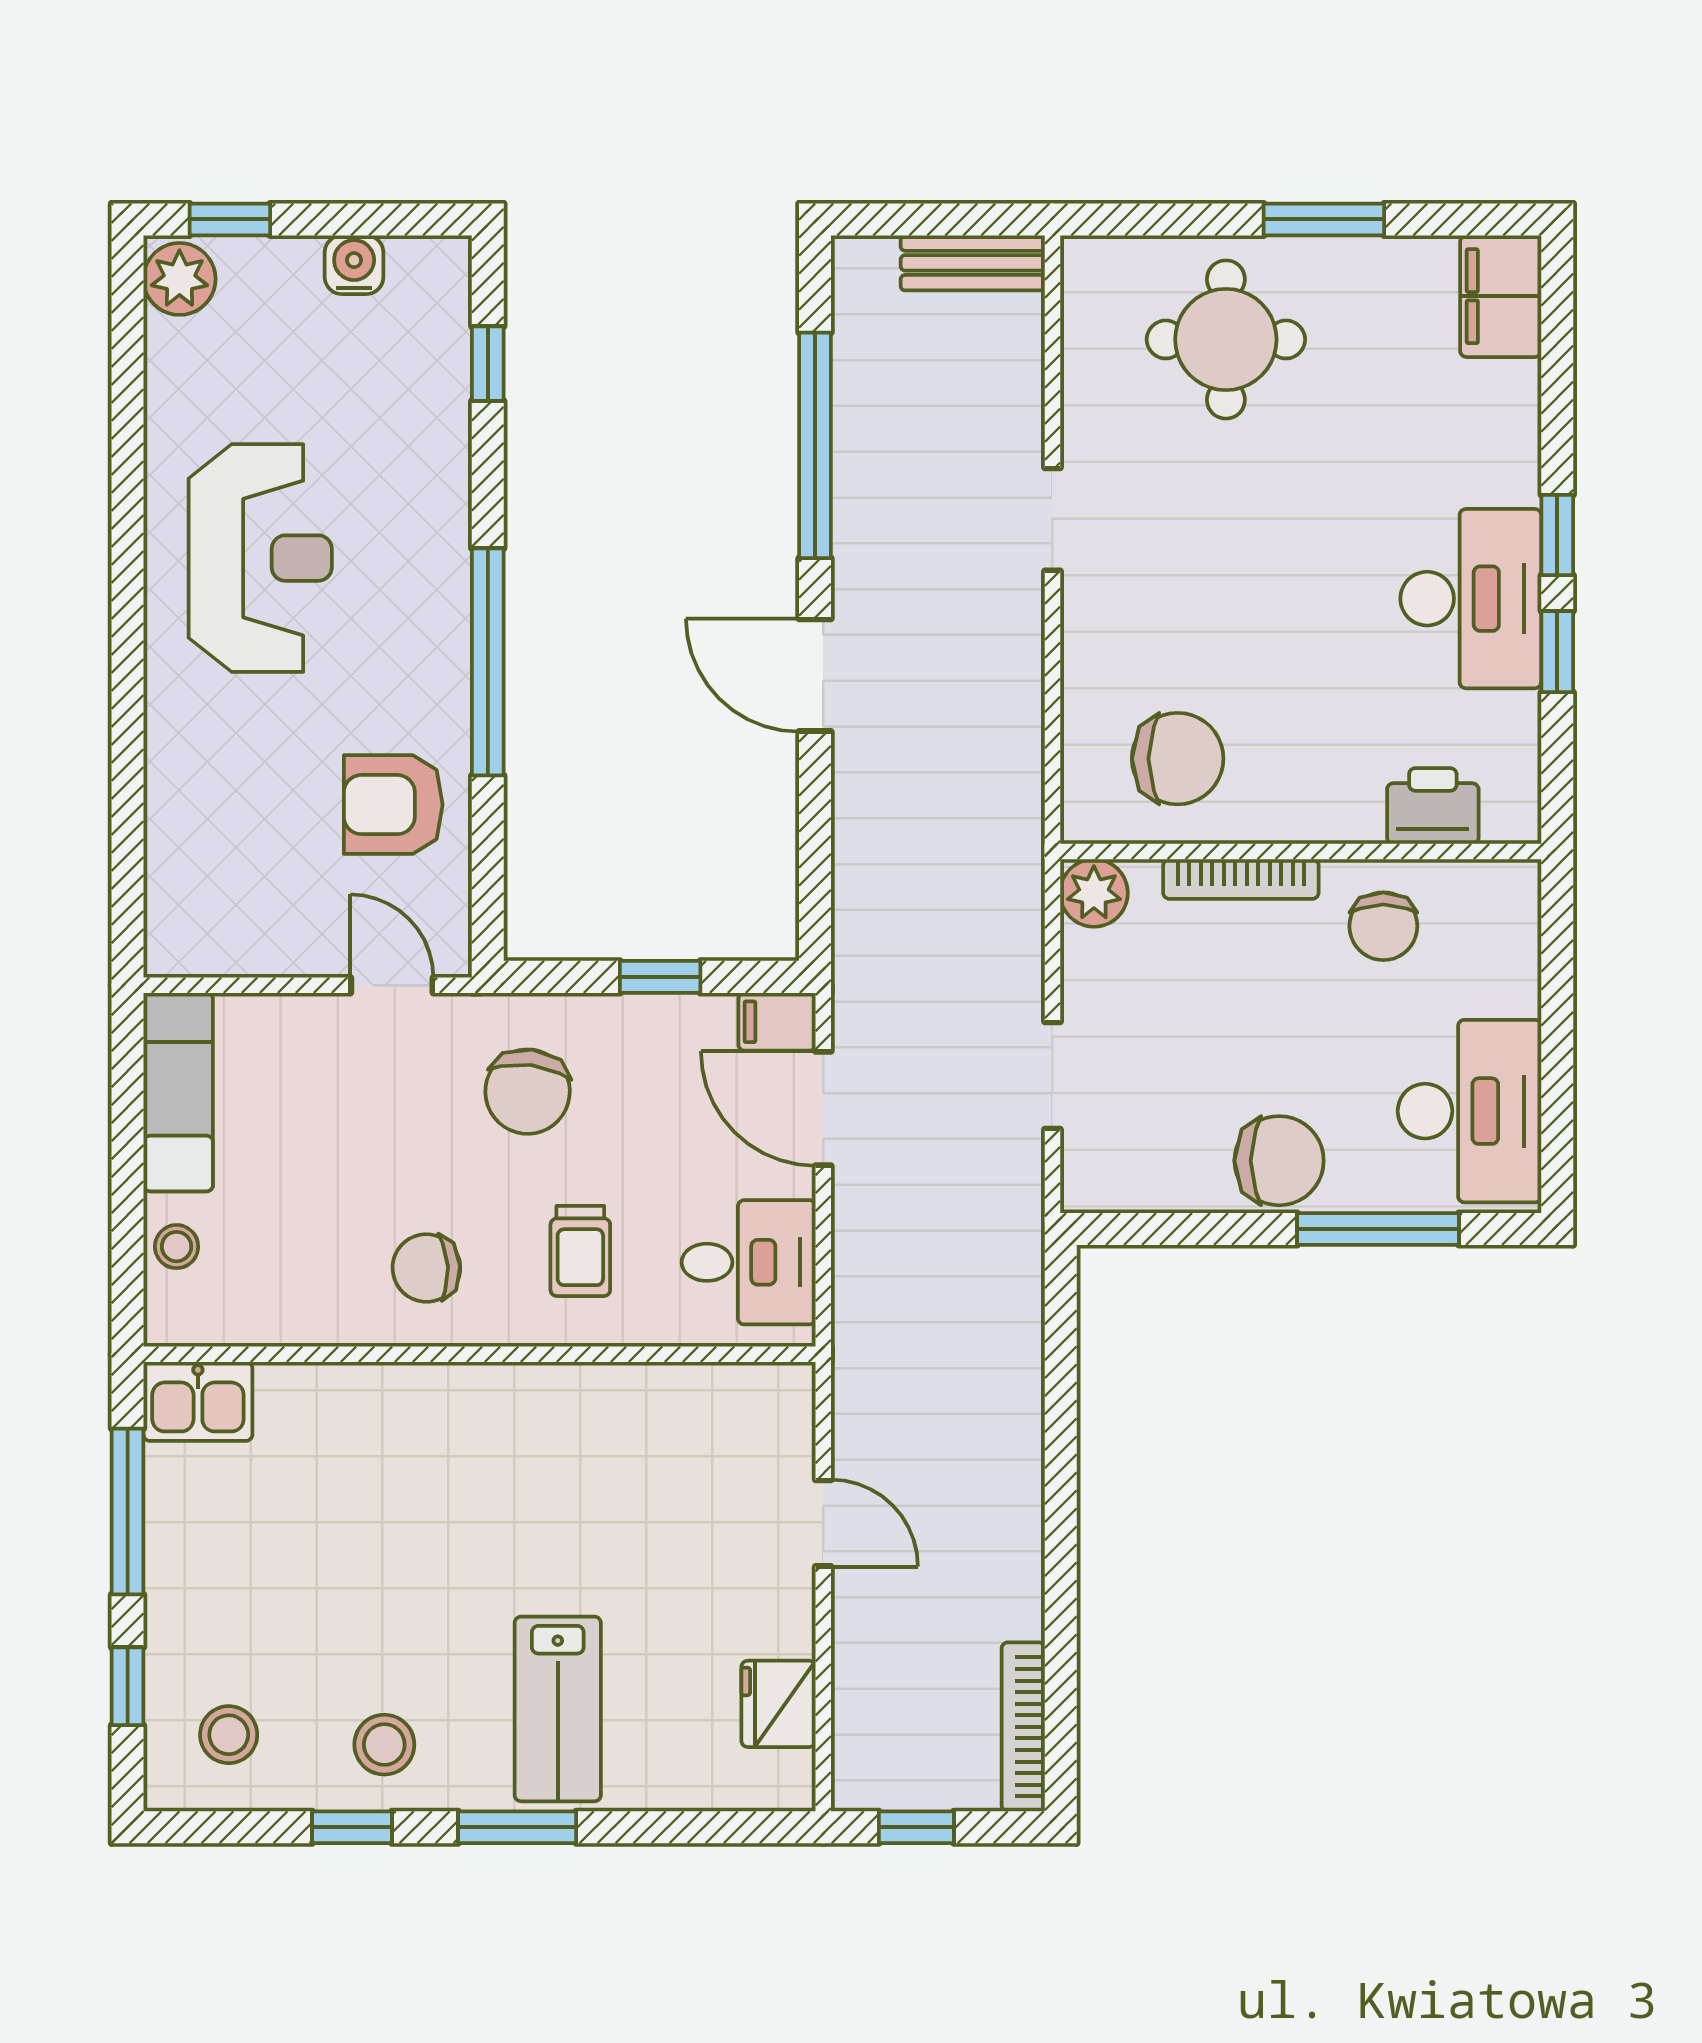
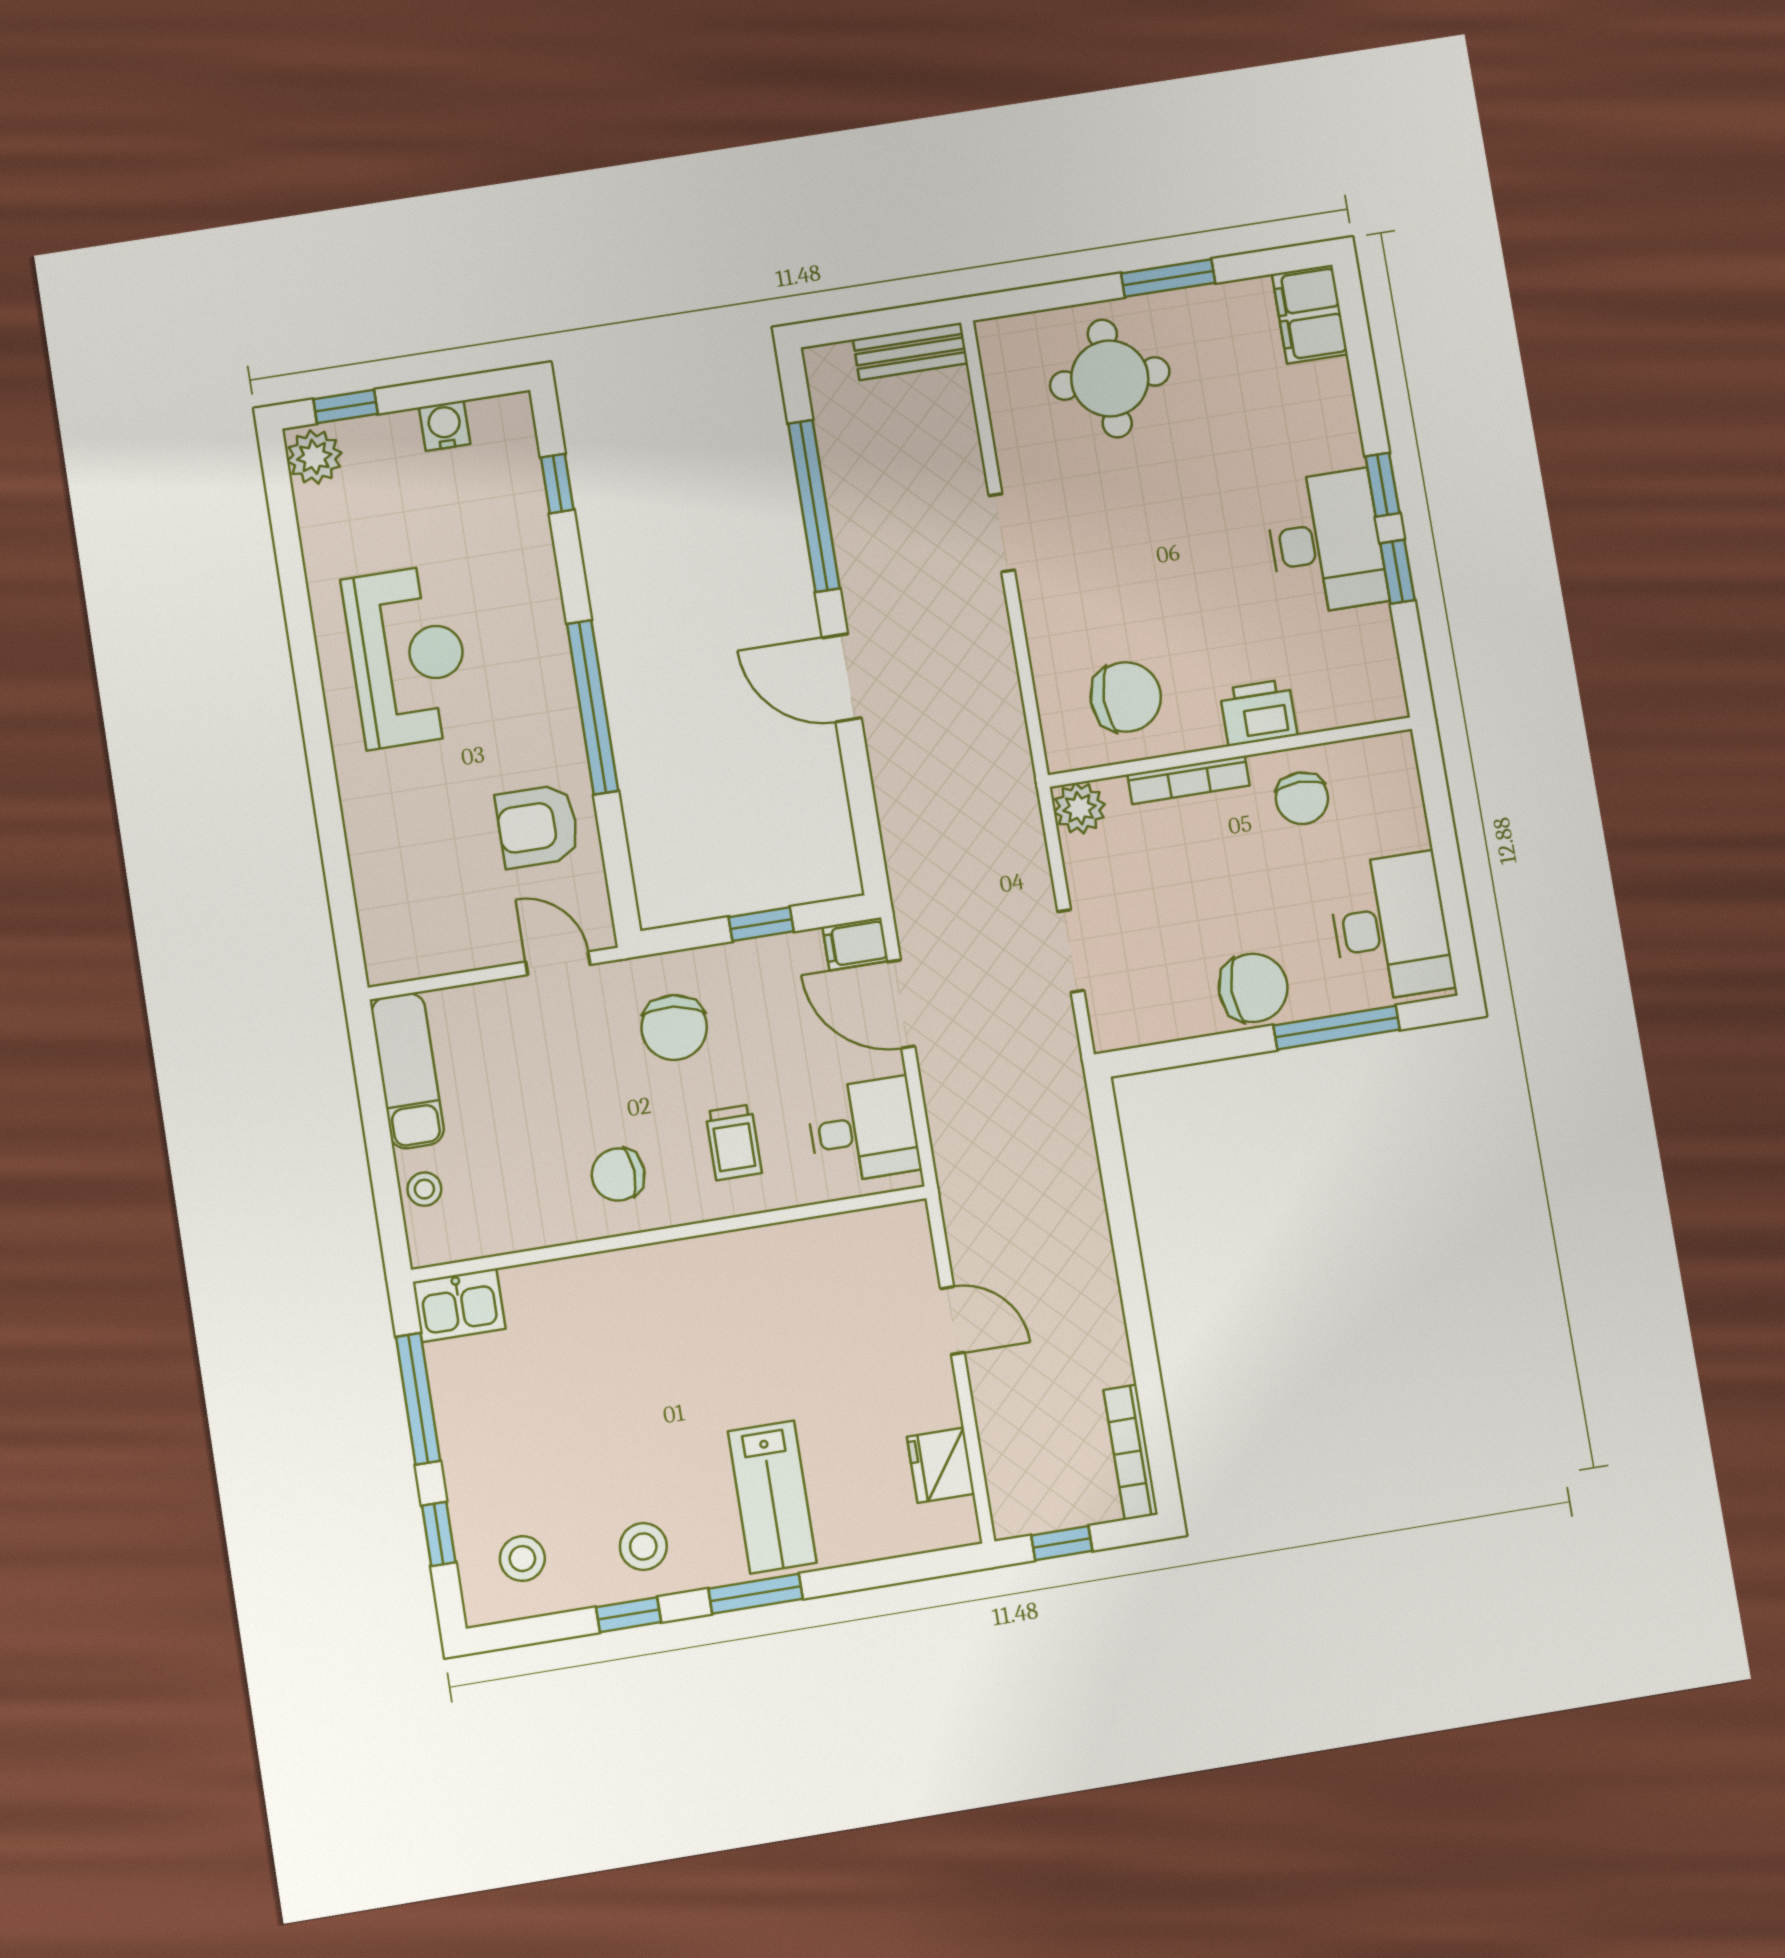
printer: (1433, 806) -> (1258, 712), moved

